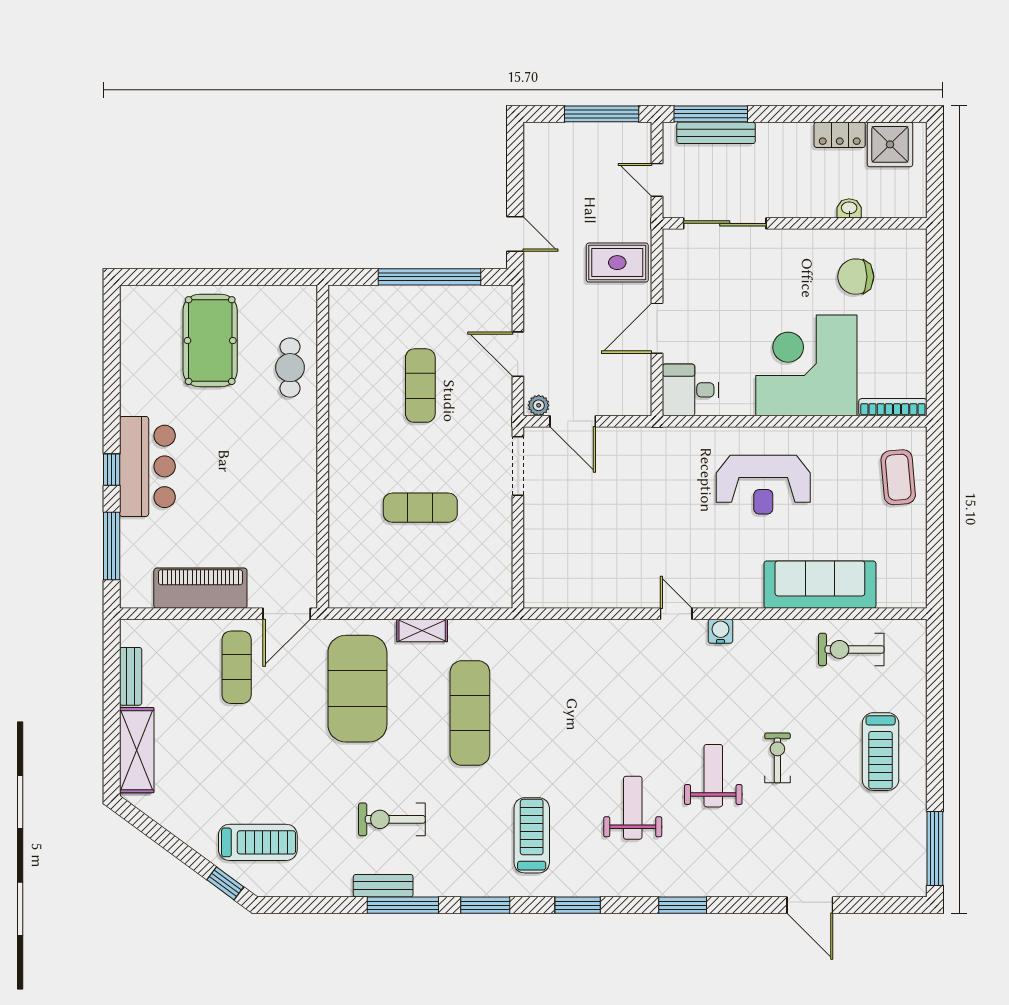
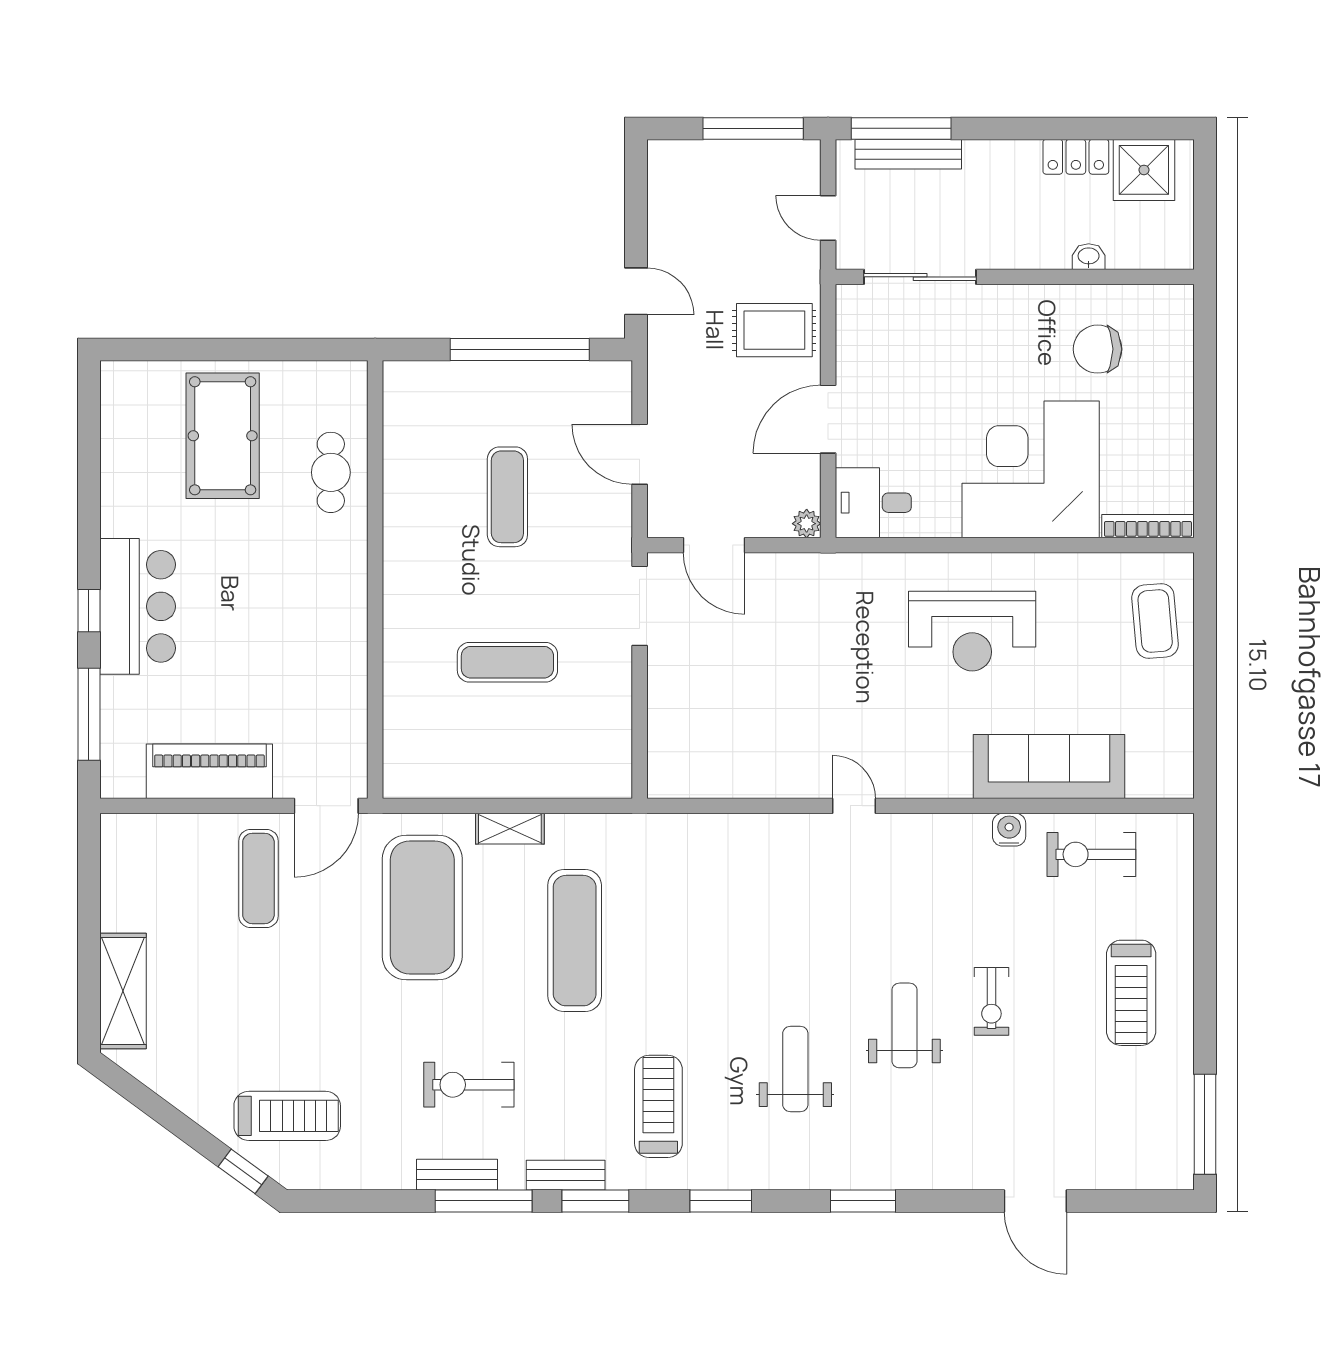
plant: (539, 405) -> (807, 524), moved
water cooler: (721, 631) -> (1009, 830), moved
bench: (131, 676) -> (566, 1175), moved, turned 90
exercise bike: (777, 758) -> (991, 1001), turned 180

